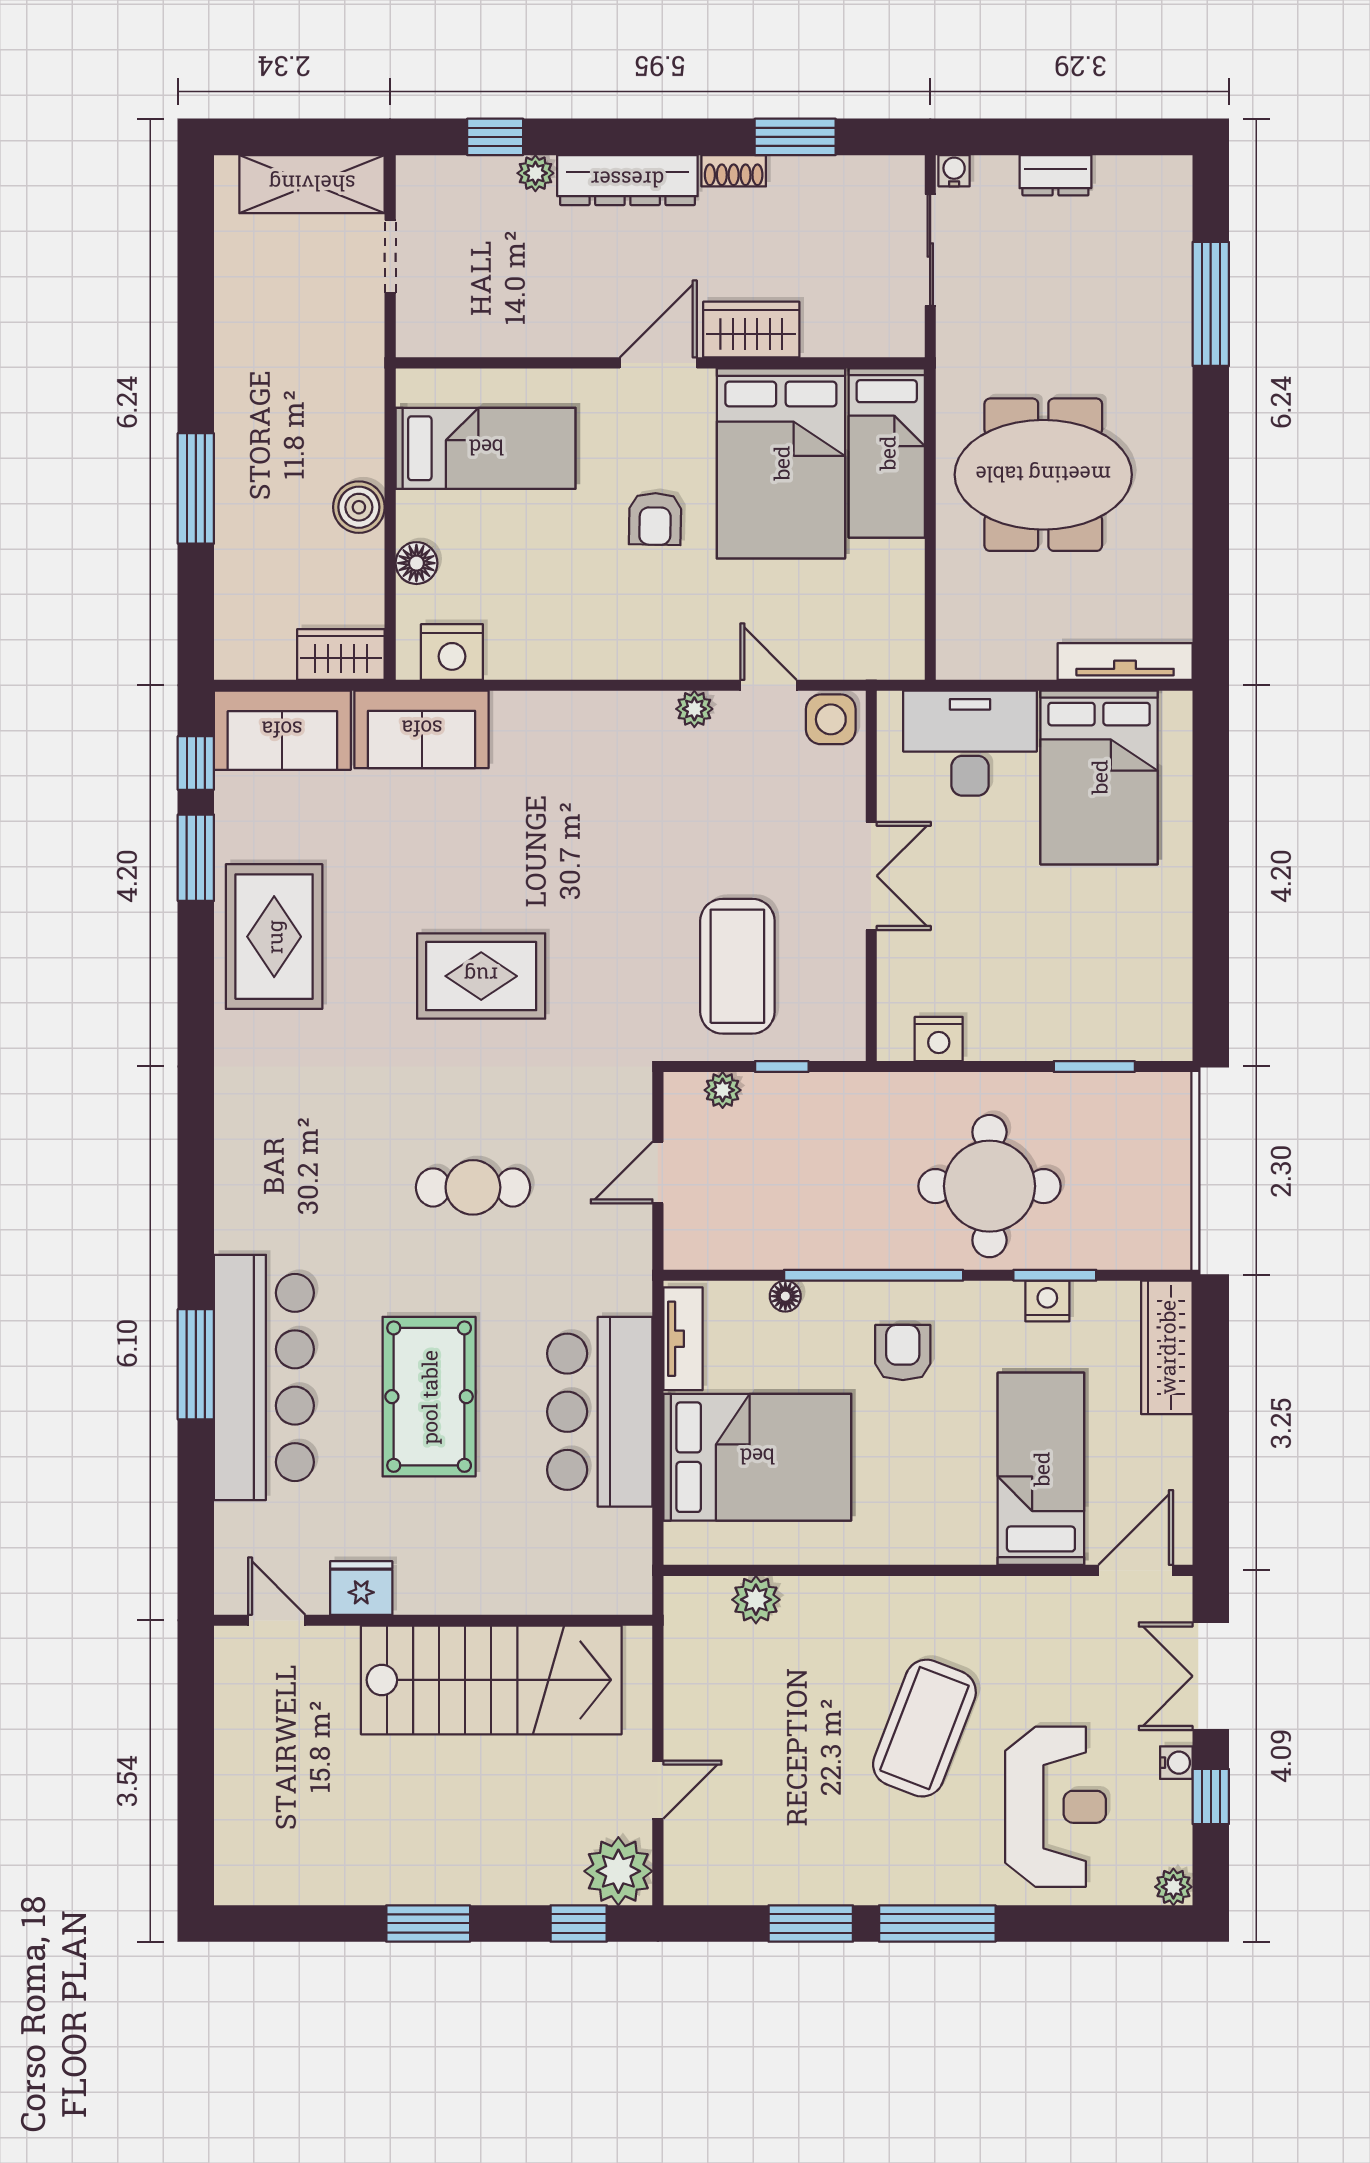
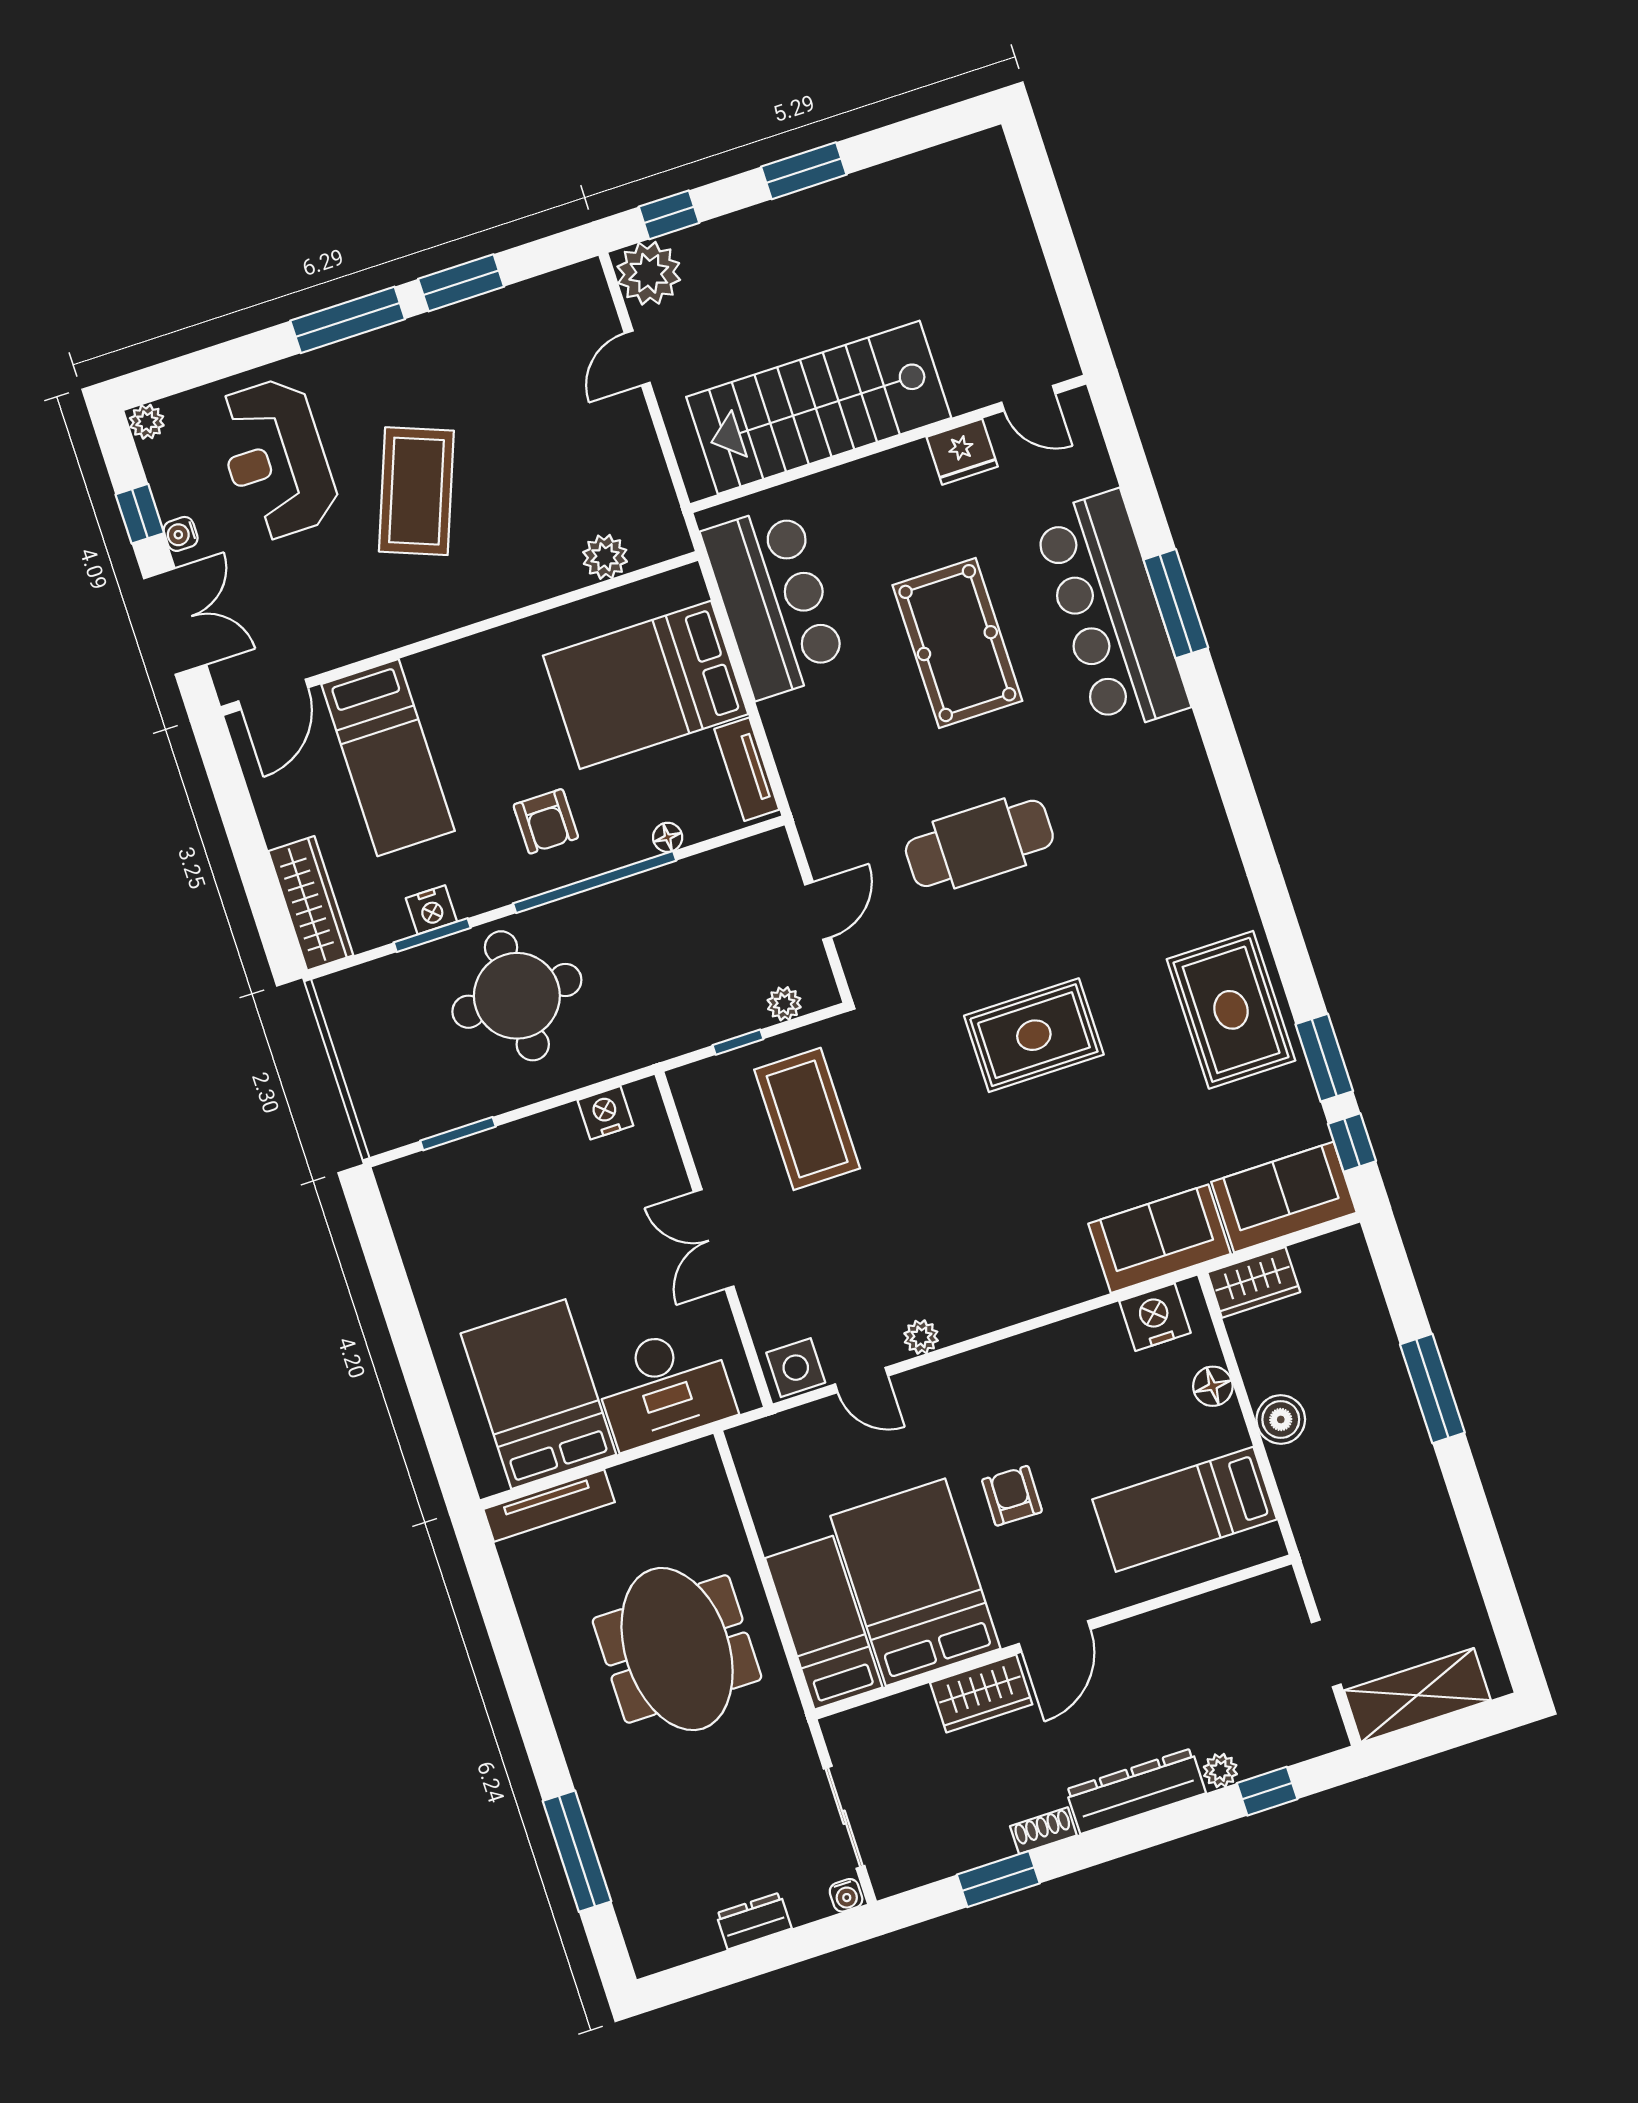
meeting table: (1043, 475) -> (677, 1649), turned 90
cafe table: (473, 1187) -> (979, 843), width x1.37, depth x1.35
bar counter: (600, 1412) -> (774, 601), moved

